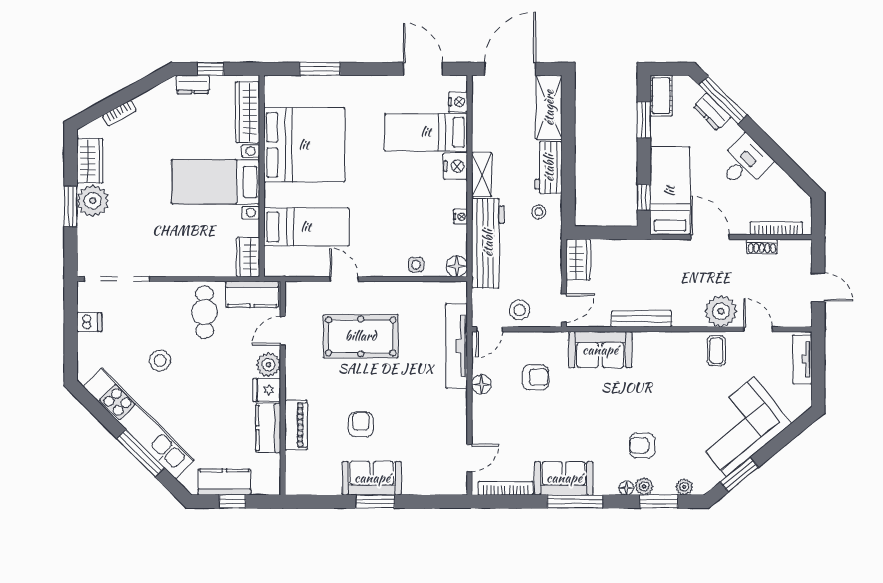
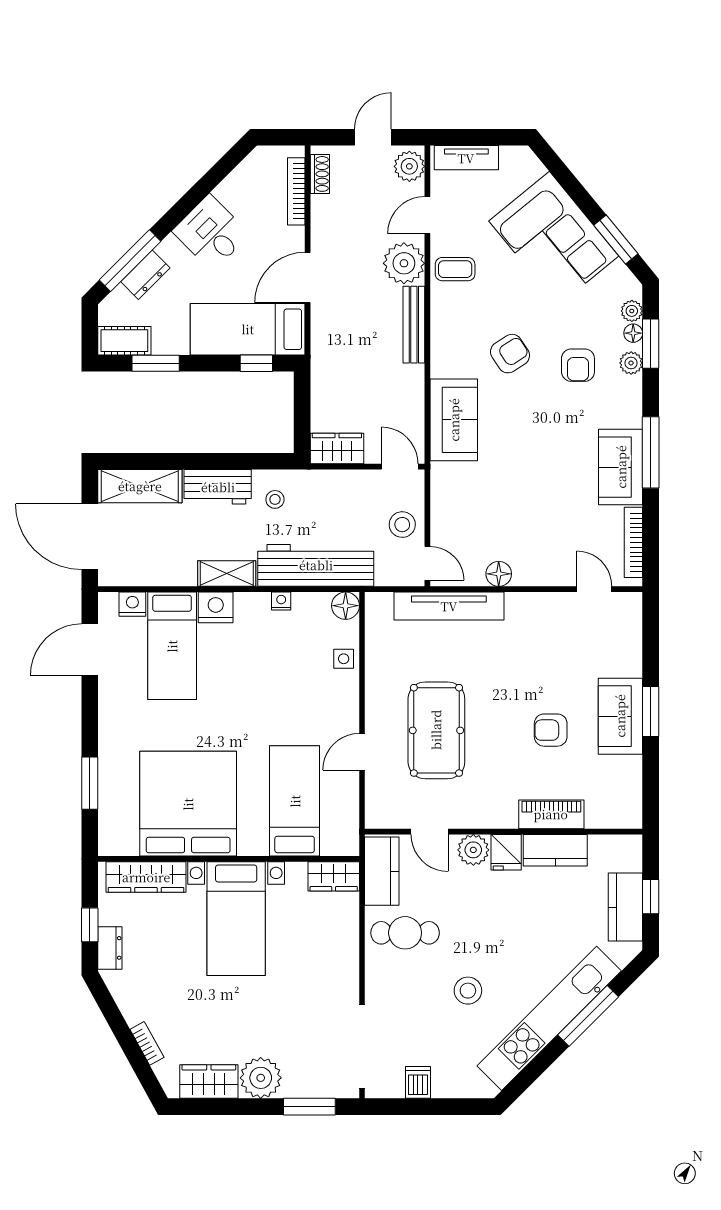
window: (71, 206) -> (309, 1107), moved
shoe rack: (762, 246) -> (320, 174), moved
plant: (796, 315) -> (409, 166), added
bench: (642, 319) -> (414, 325), moved
armchair: (535, 377) -> (510, 354), moved, turned 57
floor lamp: (626, 488) -> (633, 333), moved

